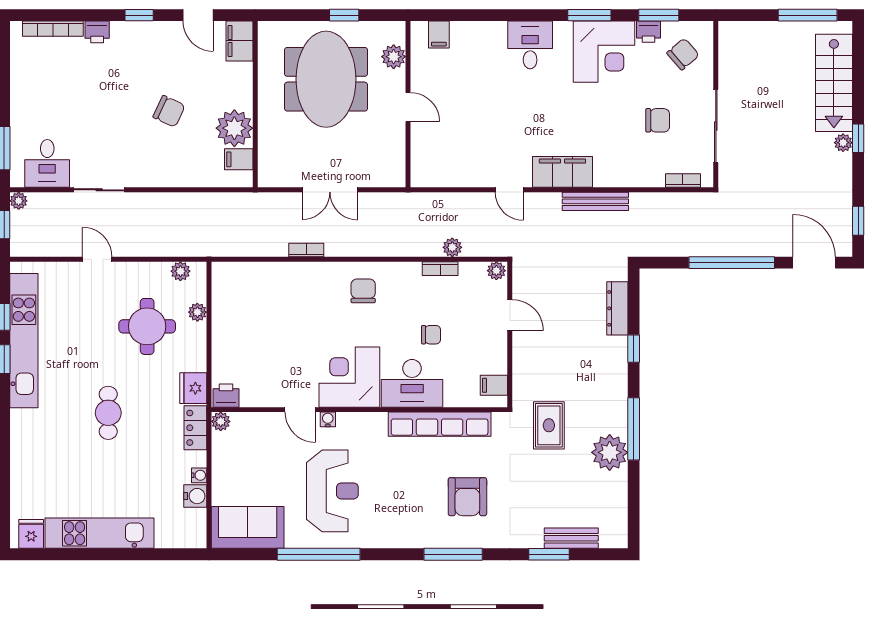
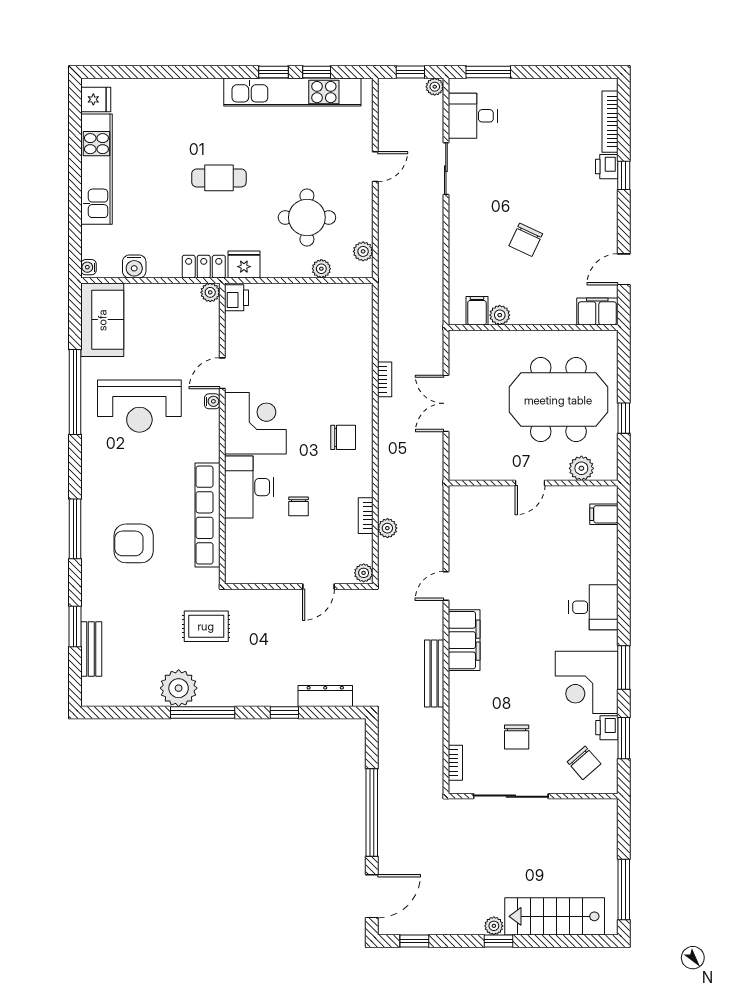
window: (139, 15) -> (624, 175), moved
plant: (234, 128) -> (500, 315), width x0.53, depth x0.53
filing cabinet: (494, 385) -> (247, 570), removed
water cooler: (199, 475) -> (89, 267), moved, turned 90

